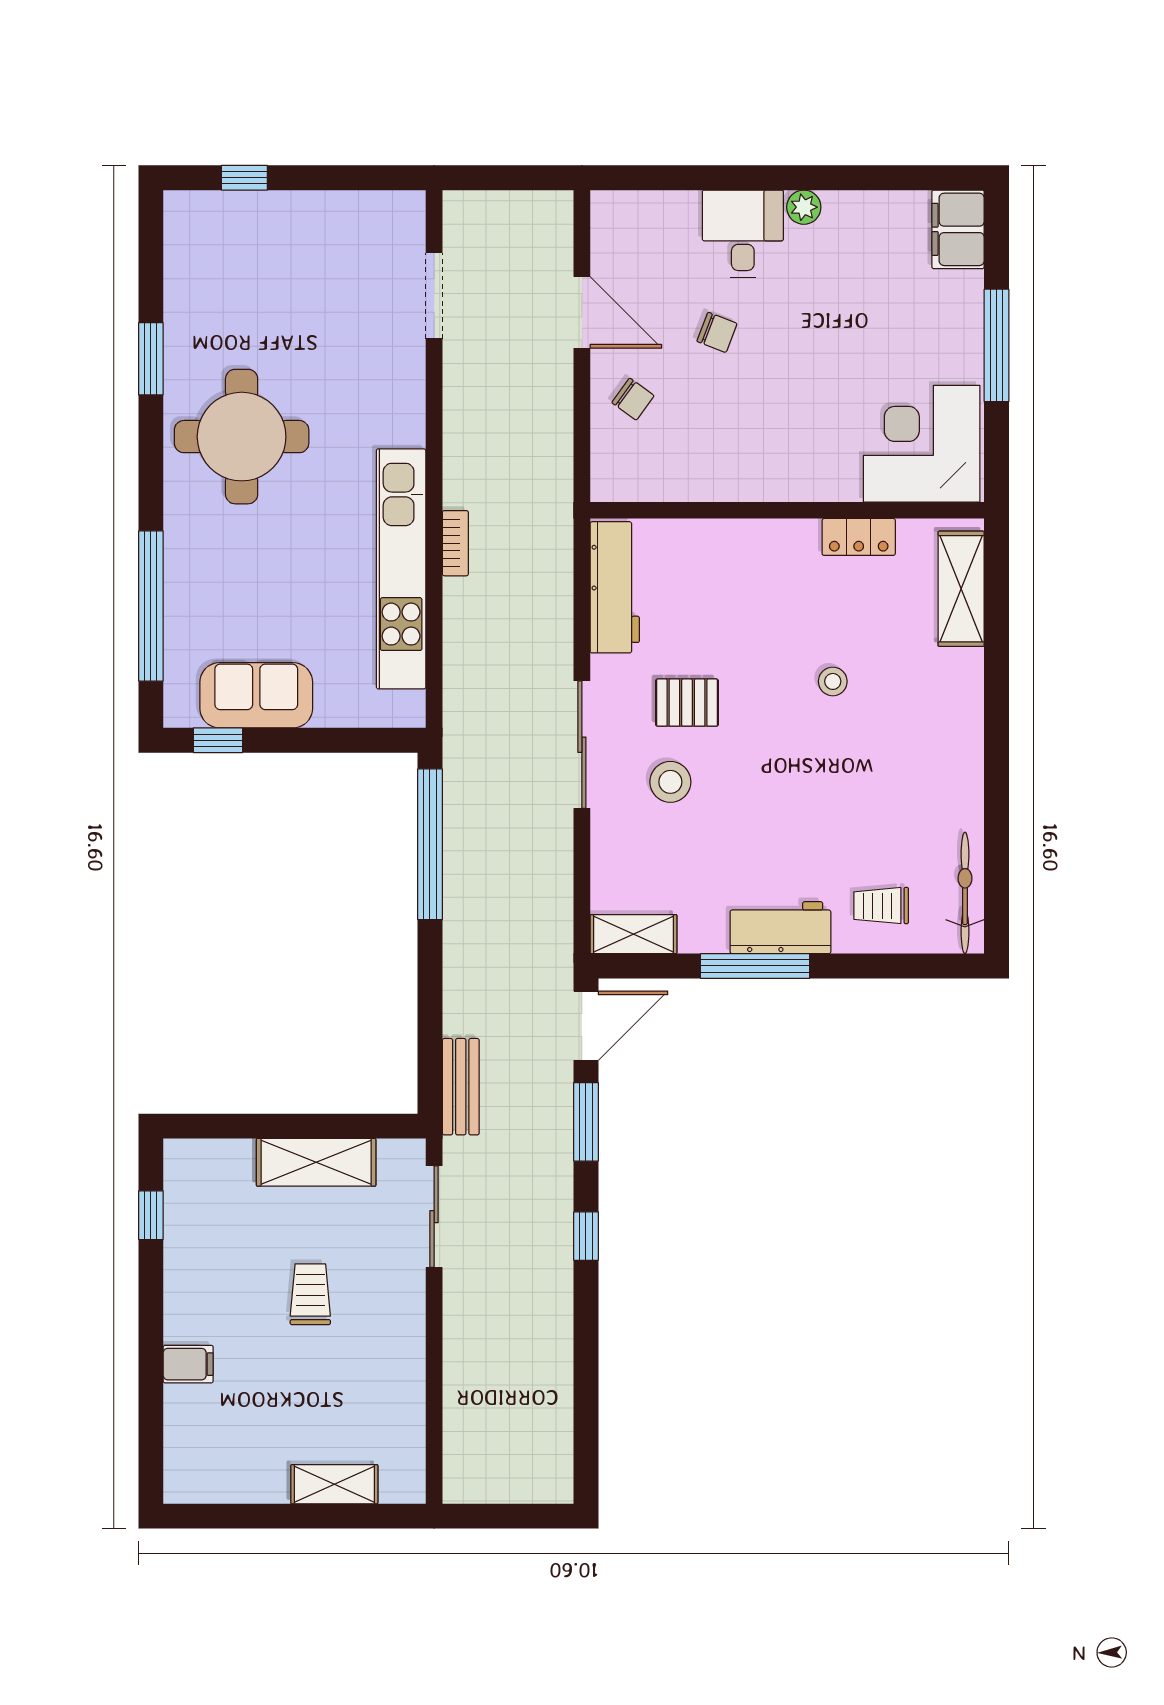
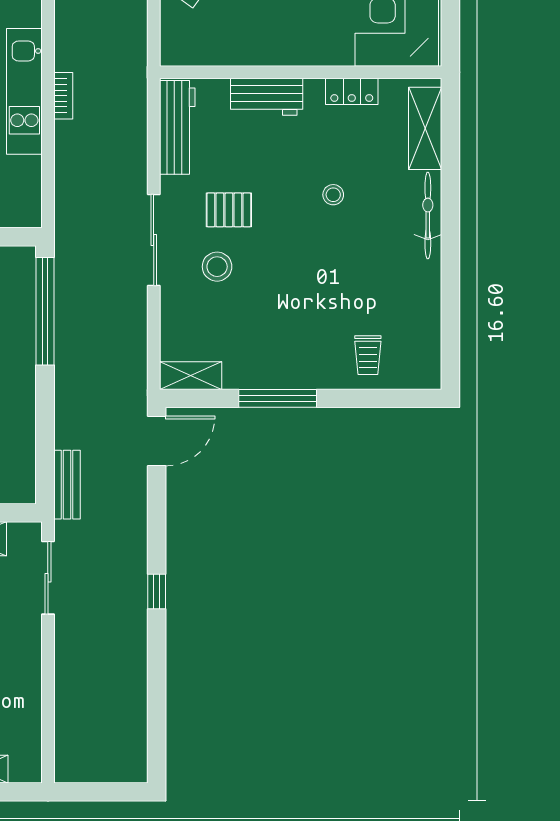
kitchen unit: (401, 569) -> (24, 91), width x0.73
bicycle: (965, 893) -> (428, 216), moved
trolley: (881, 906) -> (368, 355), turned -90
workbench: (780, 928) -> (267, 97), moved, turned 180
window: (586, 1122) -> (157, 510), removed

